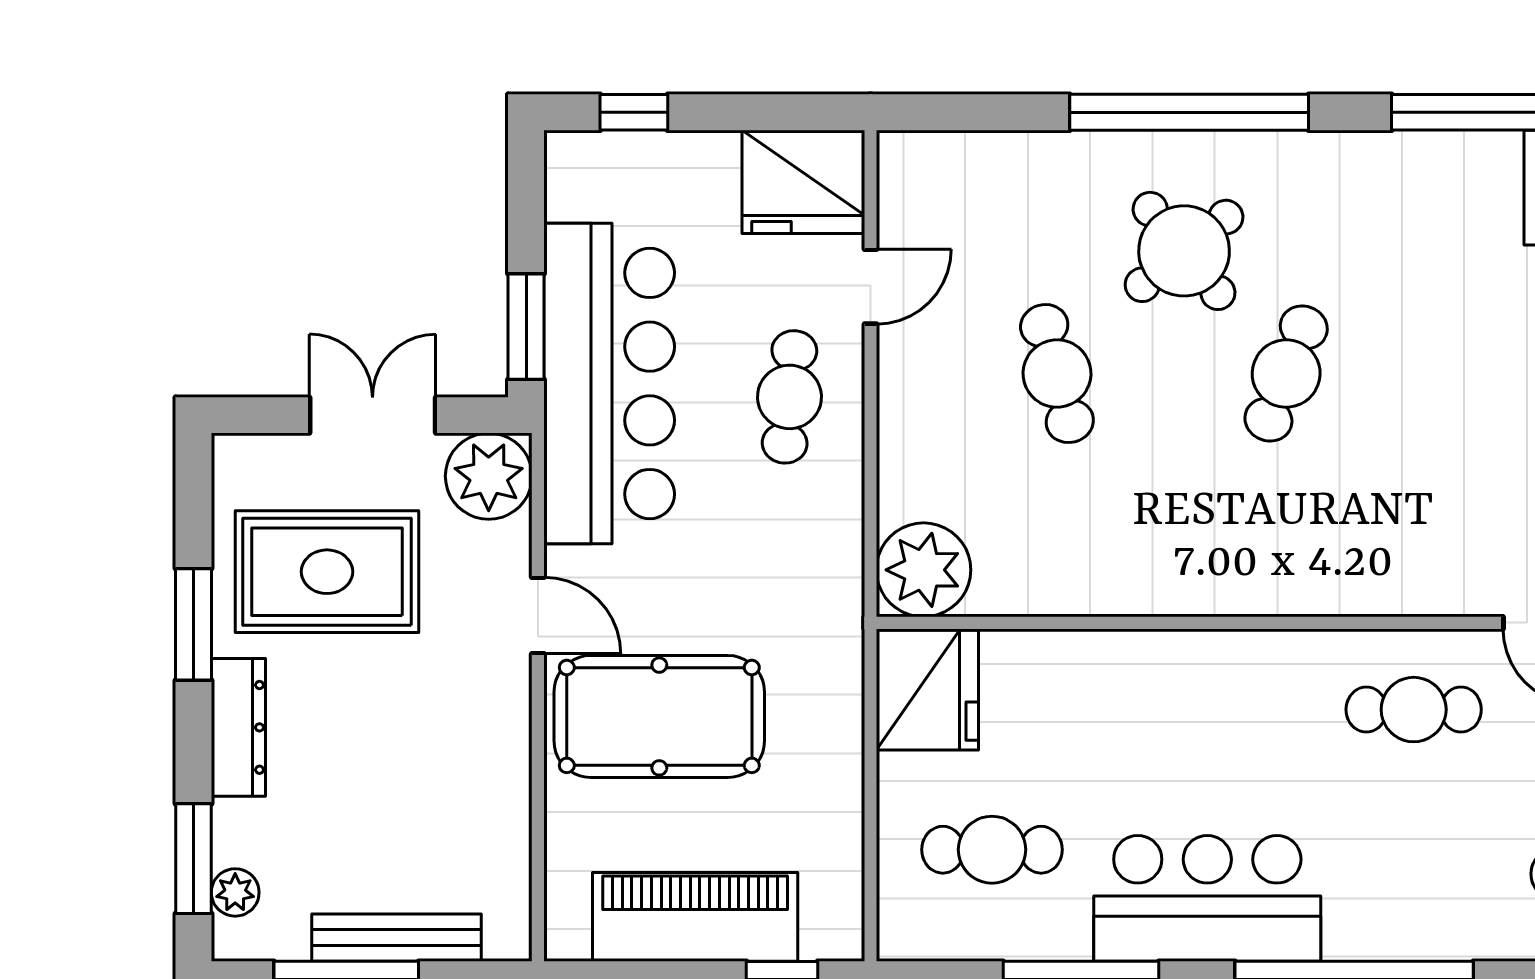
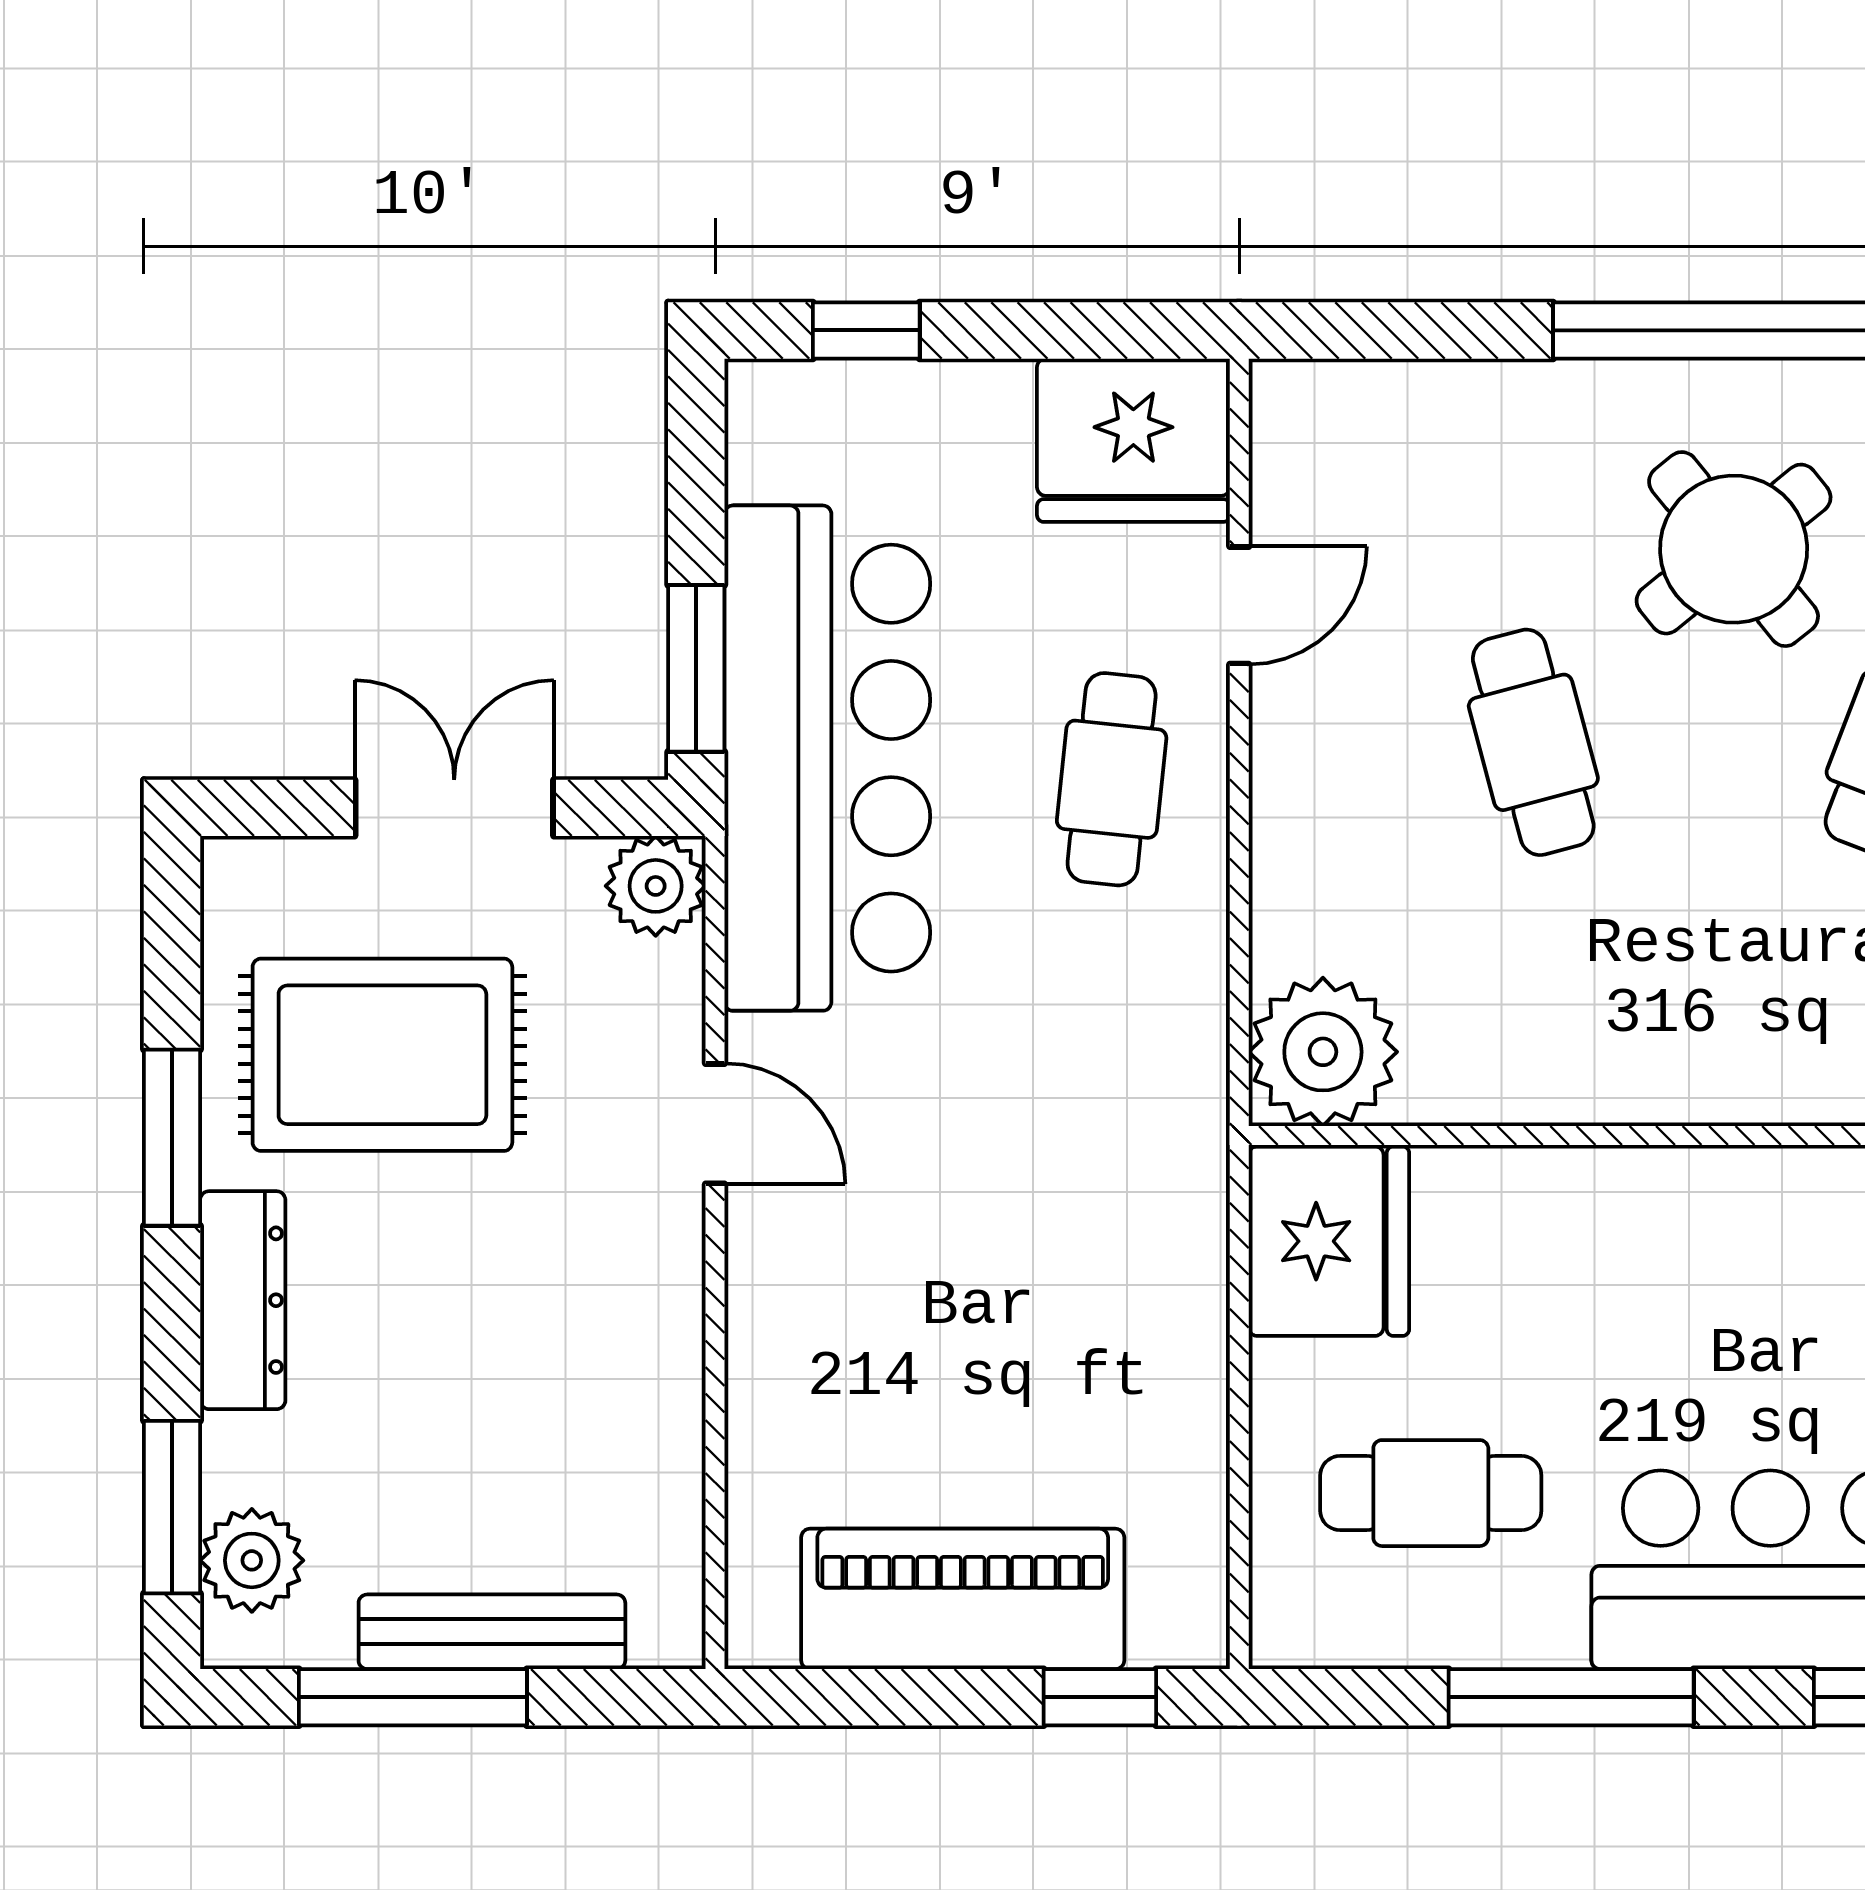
plant: (489, 476) -> (656, 886), width x0.73, depth x0.73
pool table: (659, 716) -> (906, 1283), removed
plant: (235, 892) -> (252, 1560), width x1.38, depth x1.38

